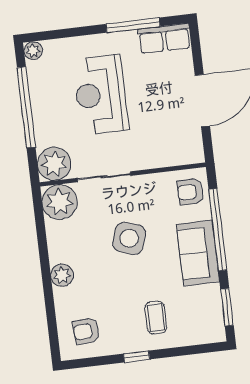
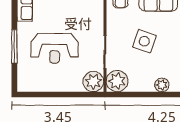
window: (133, 25) -> (14, 46), moved
plant: (33, 51) -> (23, 86), removed
window: (26, 107) -> (57, 95), removed

